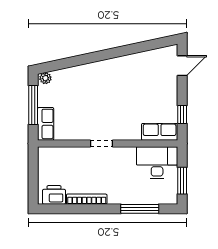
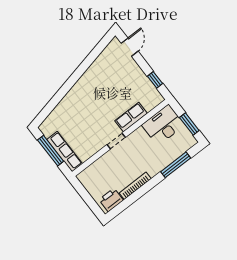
plant: (45, 78) -> (45, 126), removed
row of seats: (46, 124) -> (65, 152), width x1.48
row of seats: (160, 132) -> (131, 117), moved

